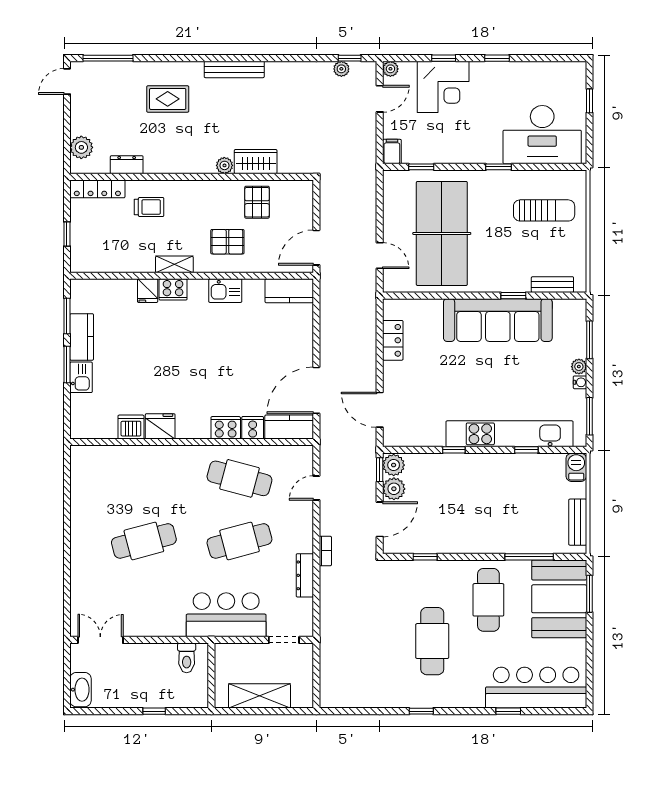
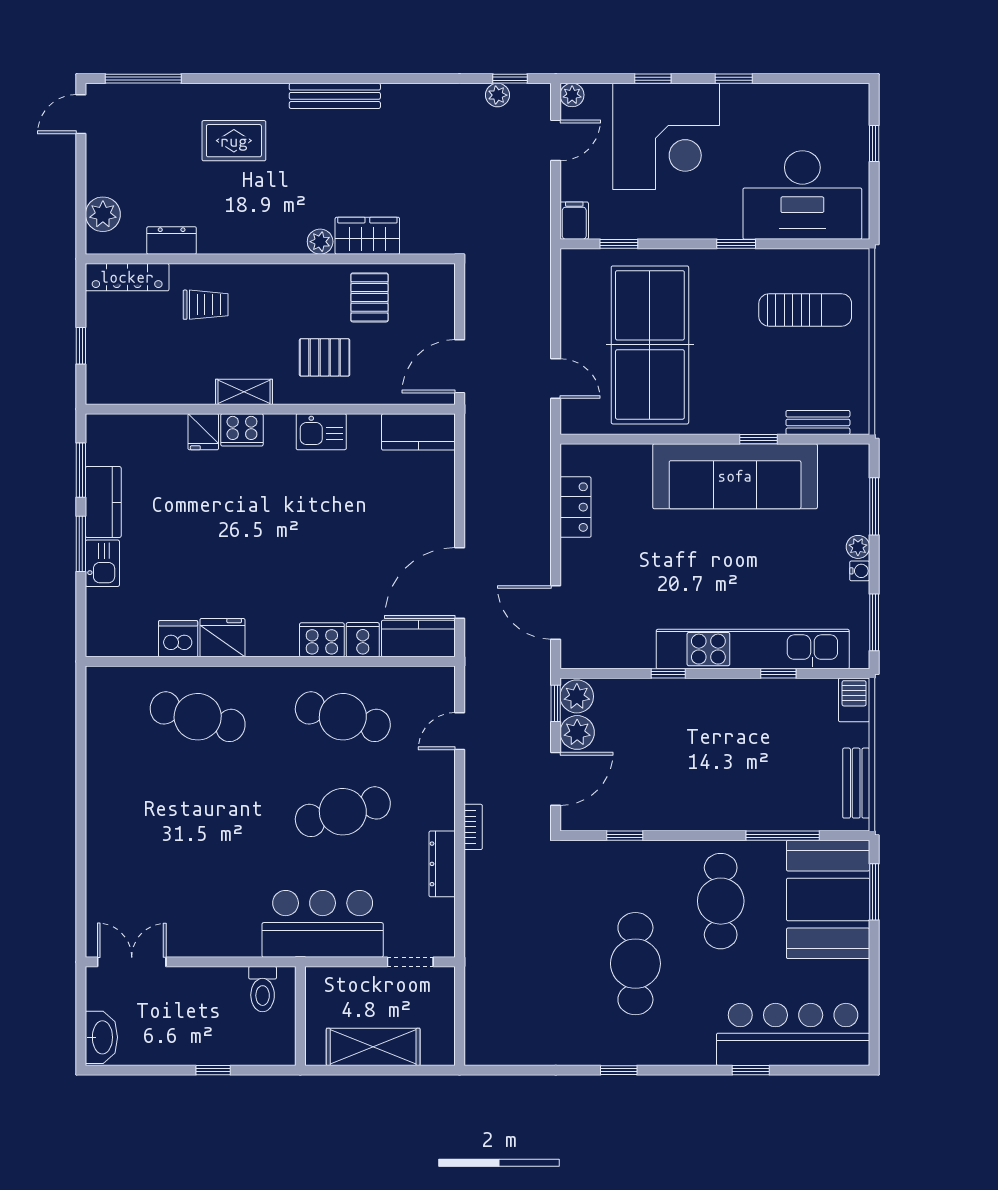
corner desk: (443, 87) -> (666, 136), width x1.36, depth x1.36
cafe table: (144, 541) -> (198, 717), moved, turned 30

